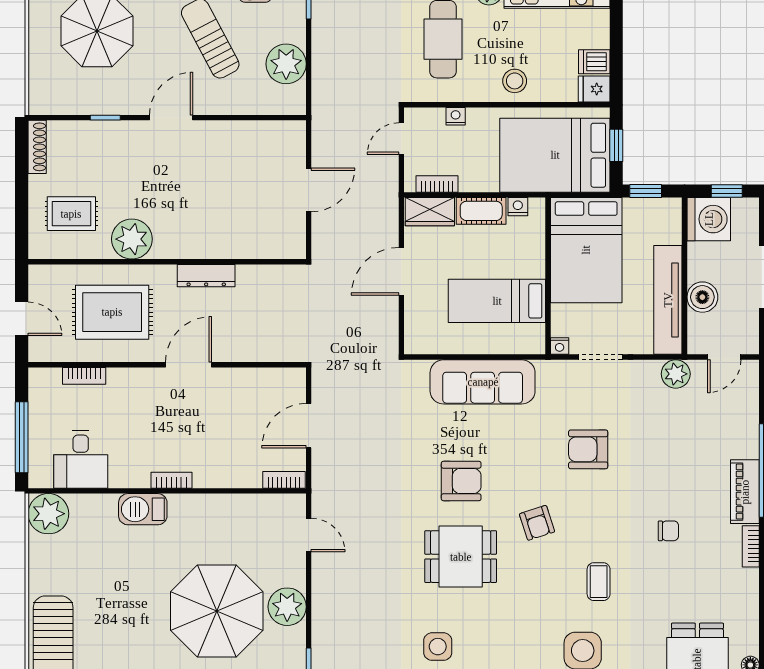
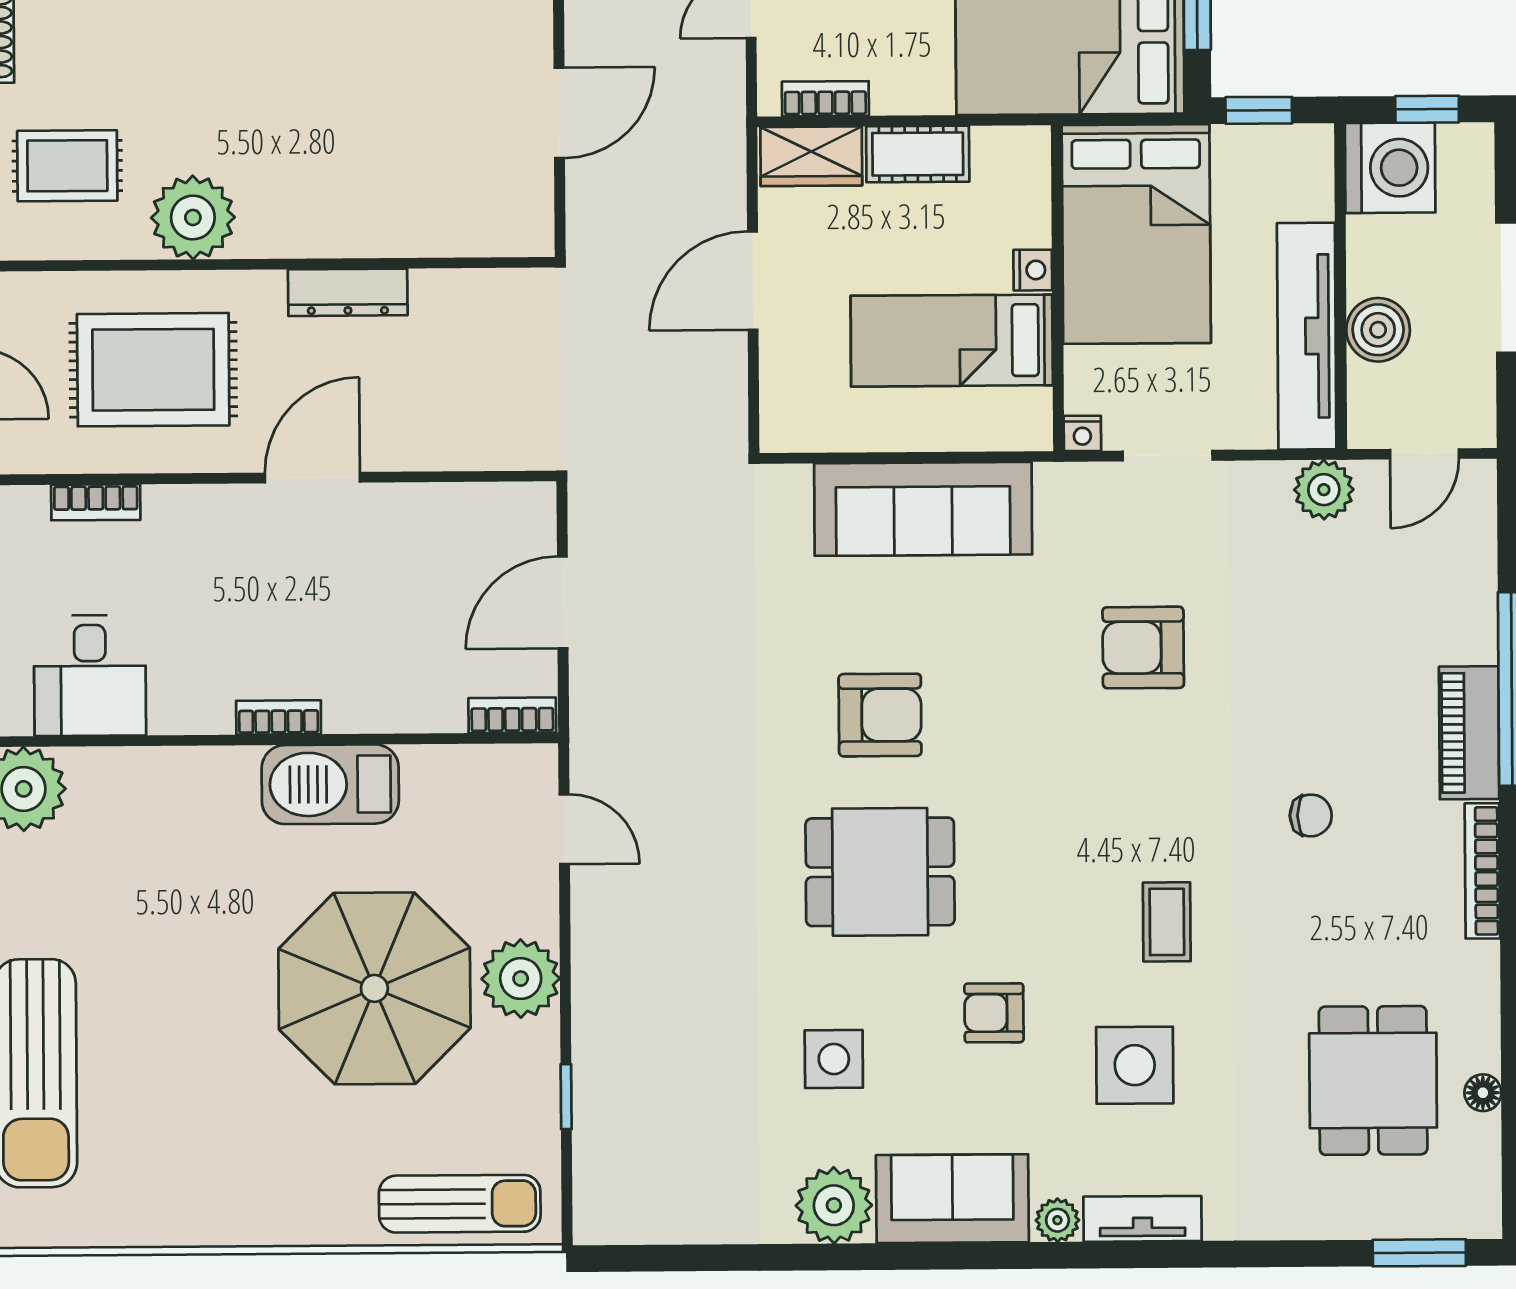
nightstand: (518, 207) -> (1033, 270), moved, turned 90
barbecue: (143, 509) -> (330, 784), moved, width x1.37, depth x1.21
armchair: (537, 523) -> (994, 1013), moved, turned 108
bookcase: (751, 546) -> (1482, 871), width x1.56

